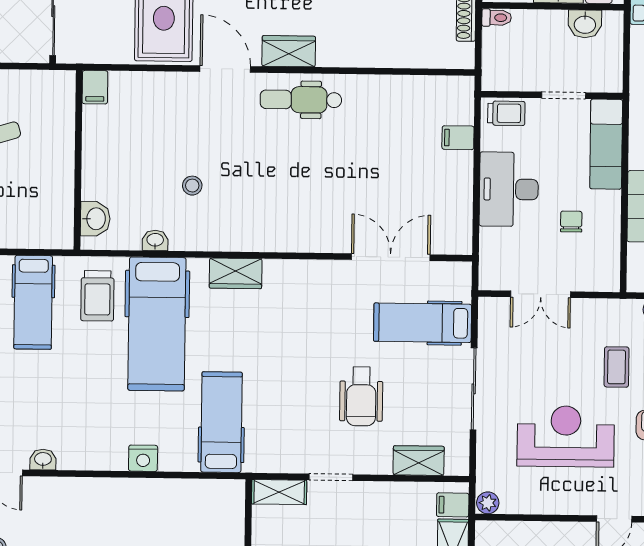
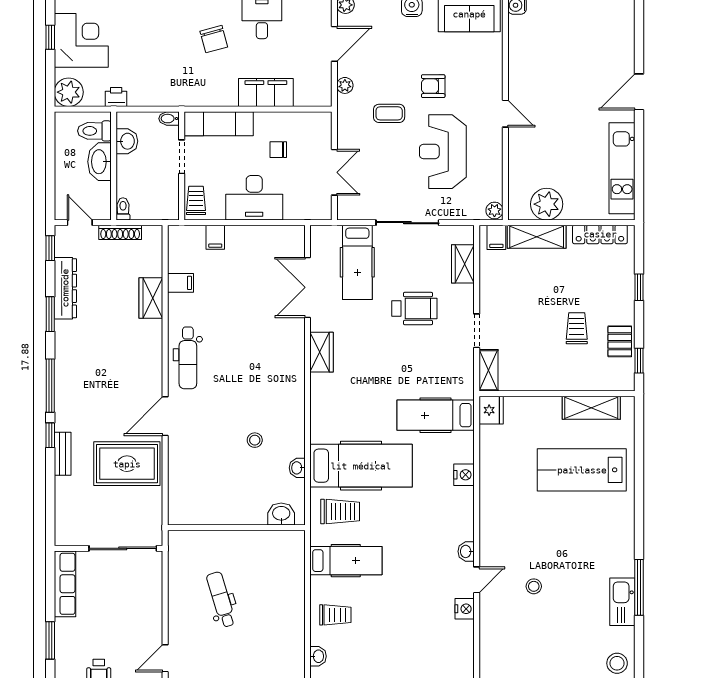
wardrobe: (289, 51) -> (151, 298), moved
bidet: (614, 79) -> (169, 119), added
filing cabinet: (95, 87) -> (180, 283), moved
wardrobe: (236, 273) -> (322, 352), moved
fridge: (227, 495) -> (491, 410), added

